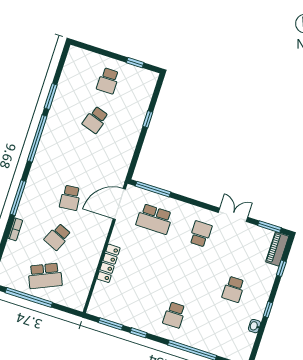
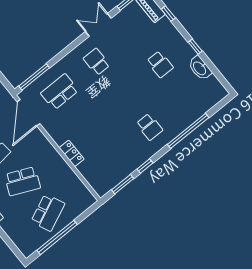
school desk: (154, 219) -> (60, 92), turned 180
school desk: (58, 237) -> (22, 181), width x1.85
locker: (109, 263) -> (72, 153), width x0.66
washbasin: (254, 326) -> (200, 68), width x1.91, depth x1.45

